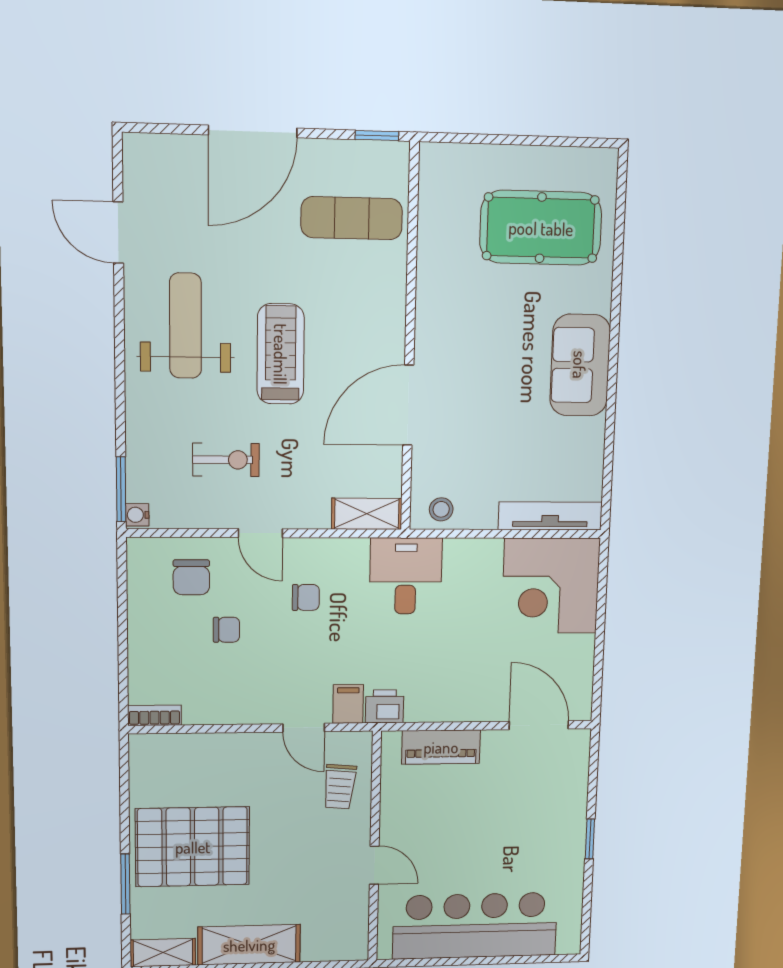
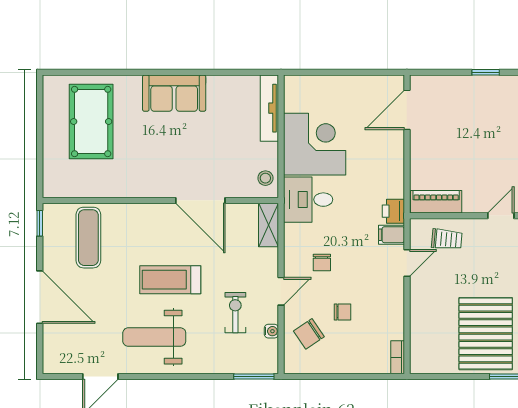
water cooler: (137, 515) -> (271, 331), moved, turned -90
chair: (191, 577) -> (309, 334), turned 146
corner desk: (551, 586) -> (315, 144), moved, turned -90
chair: (306, 597) -> (322, 263), turned 180
chair: (226, 630) -> (342, 312), turned 90
piano: (441, 747) -> (436, 202), moved, turned -90

